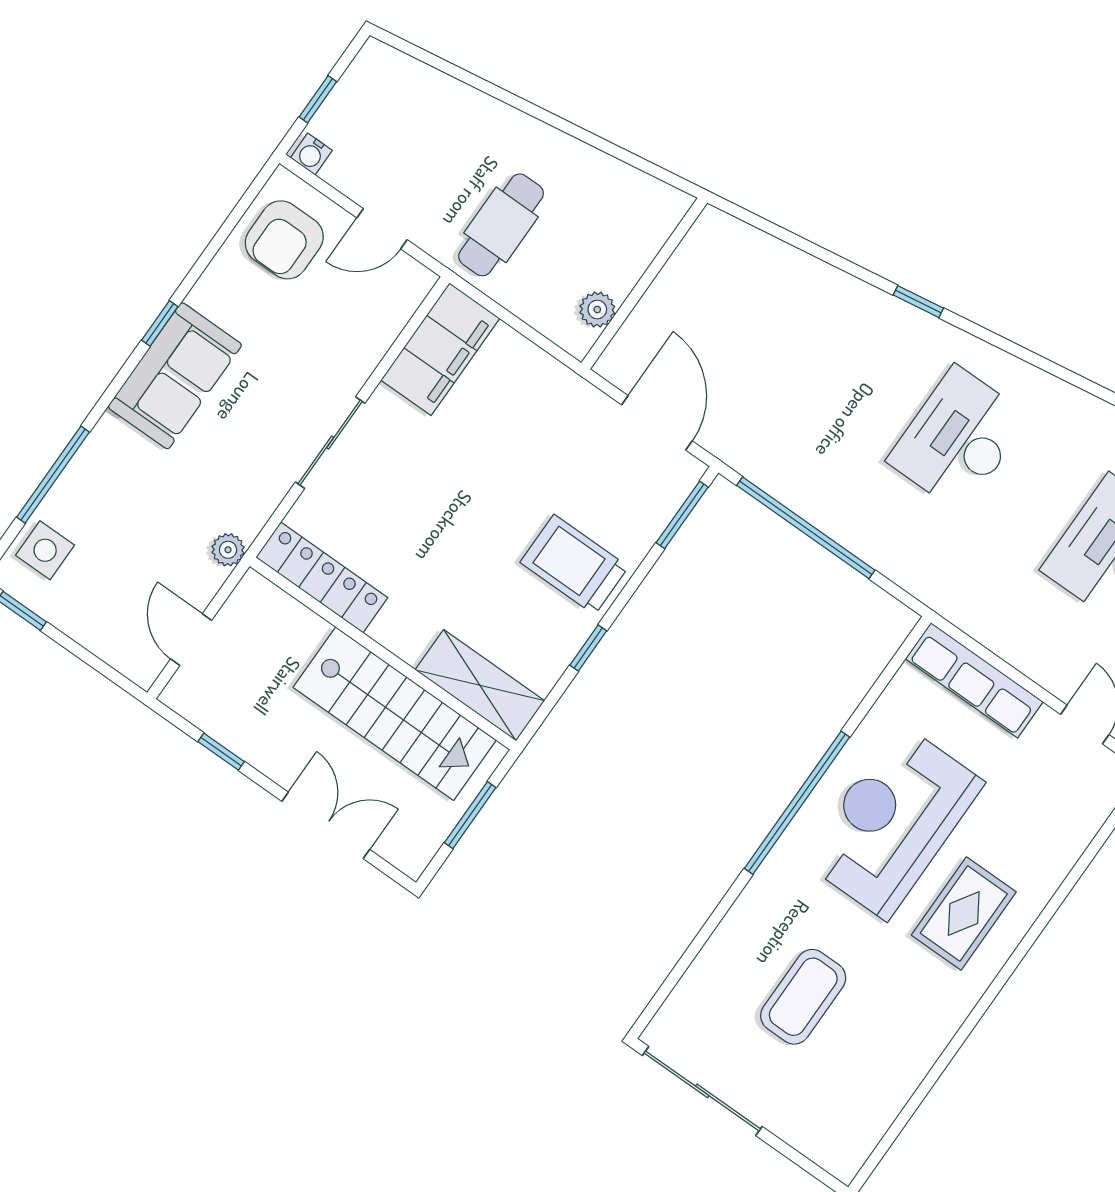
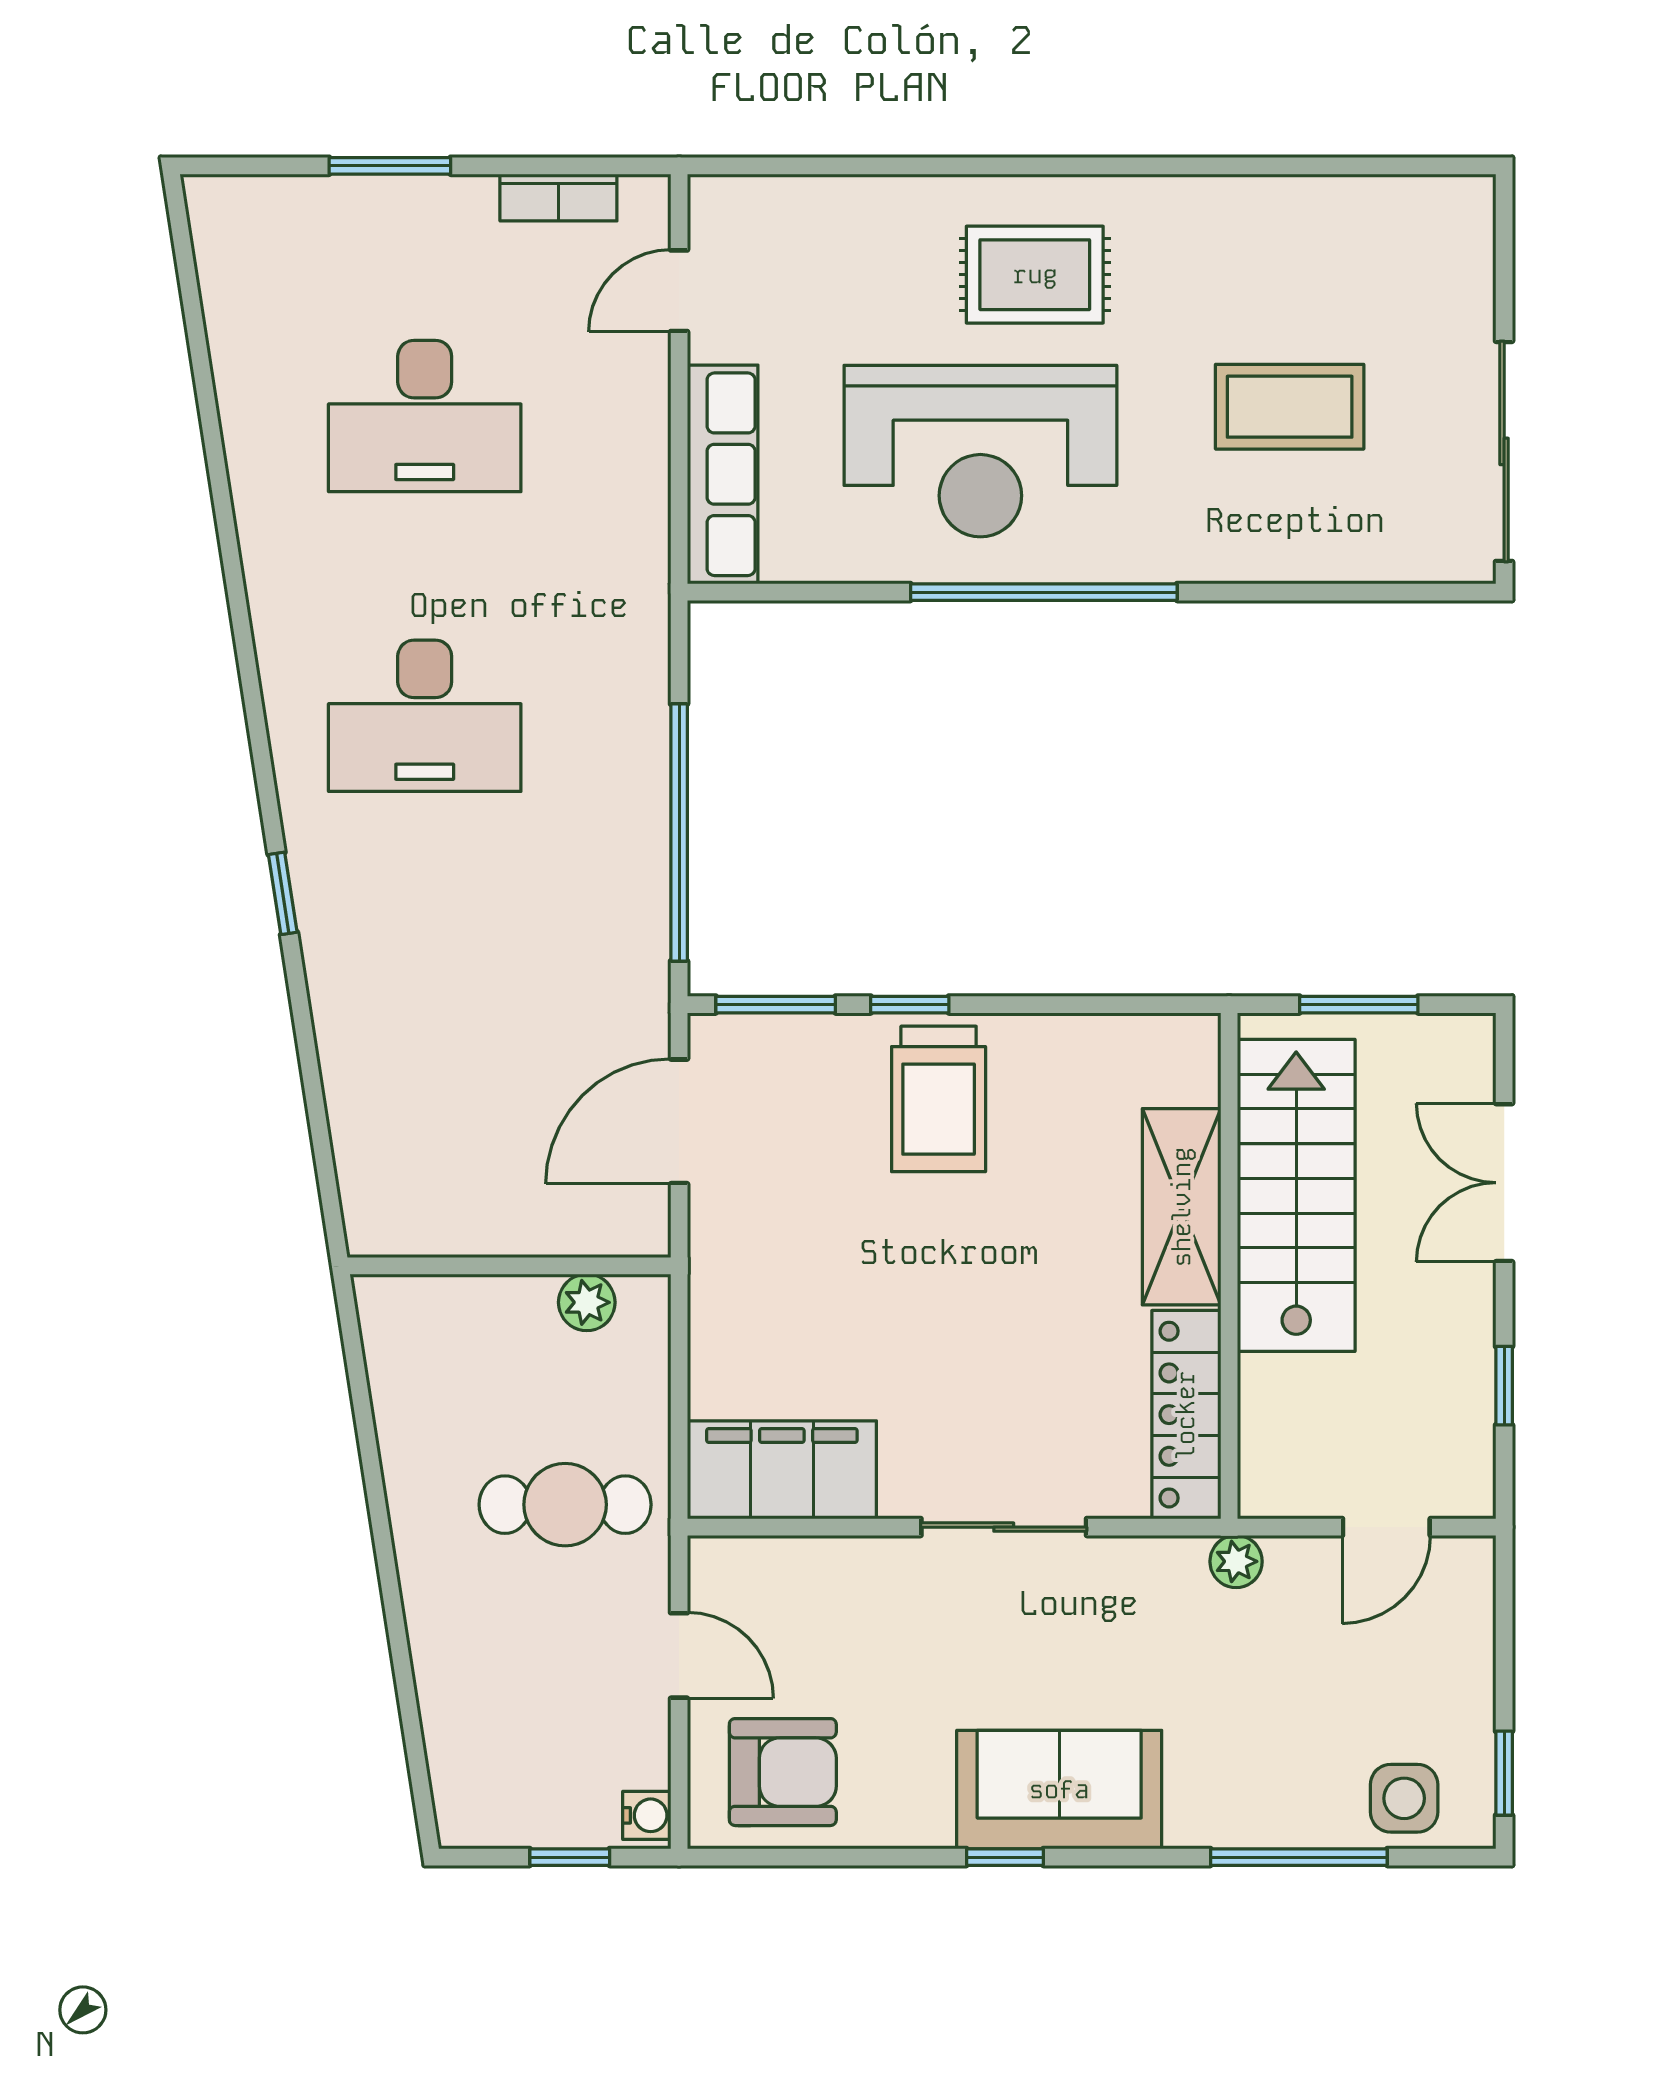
window: (588, 648) -> (910, 1005), moved
shelving: (480, 685) -> (1182, 1207), moved

